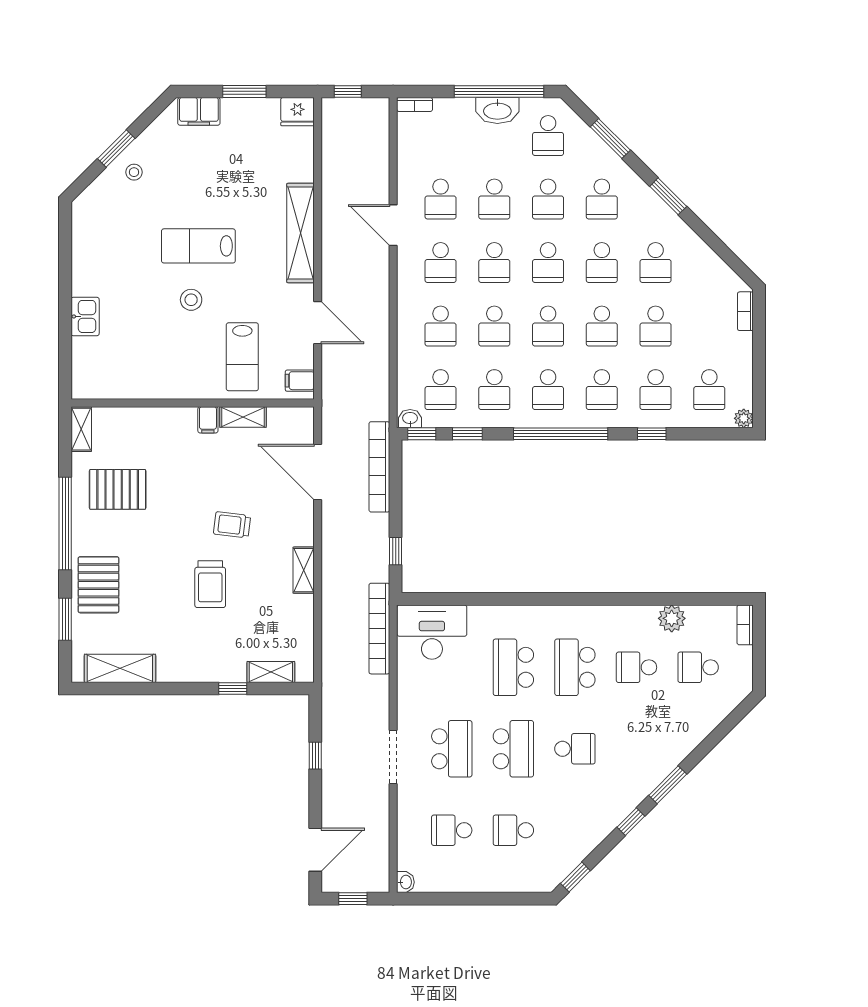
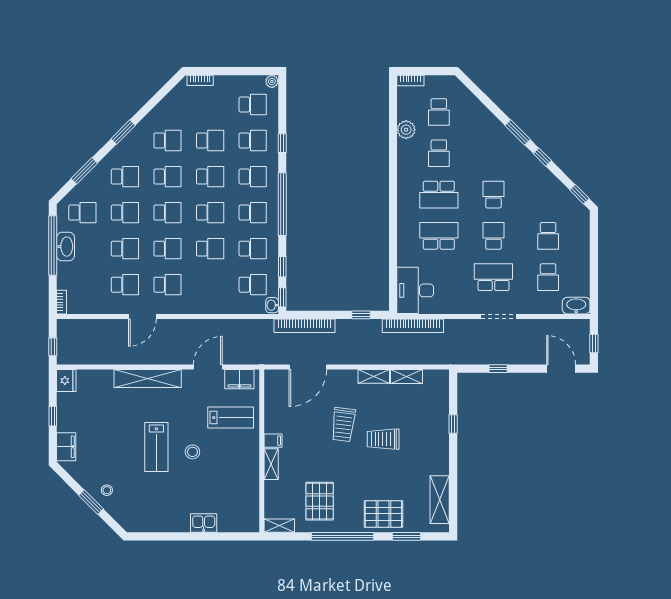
window: (244, 91) -> (53, 416), width x0.67
school desk: (441, 326) -> (210, 285), removed
filing cabinet: (300, 381) -> (239, 379), width x2.00
shelving: (243, 417) -> (271, 464), moved
trolley: (232, 525) -> (343, 425), width x1.36, depth x1.39
trolley: (210, 584) -> (383, 439), turned 180
school desk: (513, 667) -> (439, 236), turned 180
shelving: (271, 672) -> (407, 377), moved, turned 90
school desk: (513, 749) -> (493, 236), width x0.54
washbasin: (405, 882) -> (576, 306), width x1.91, depth x1.45

